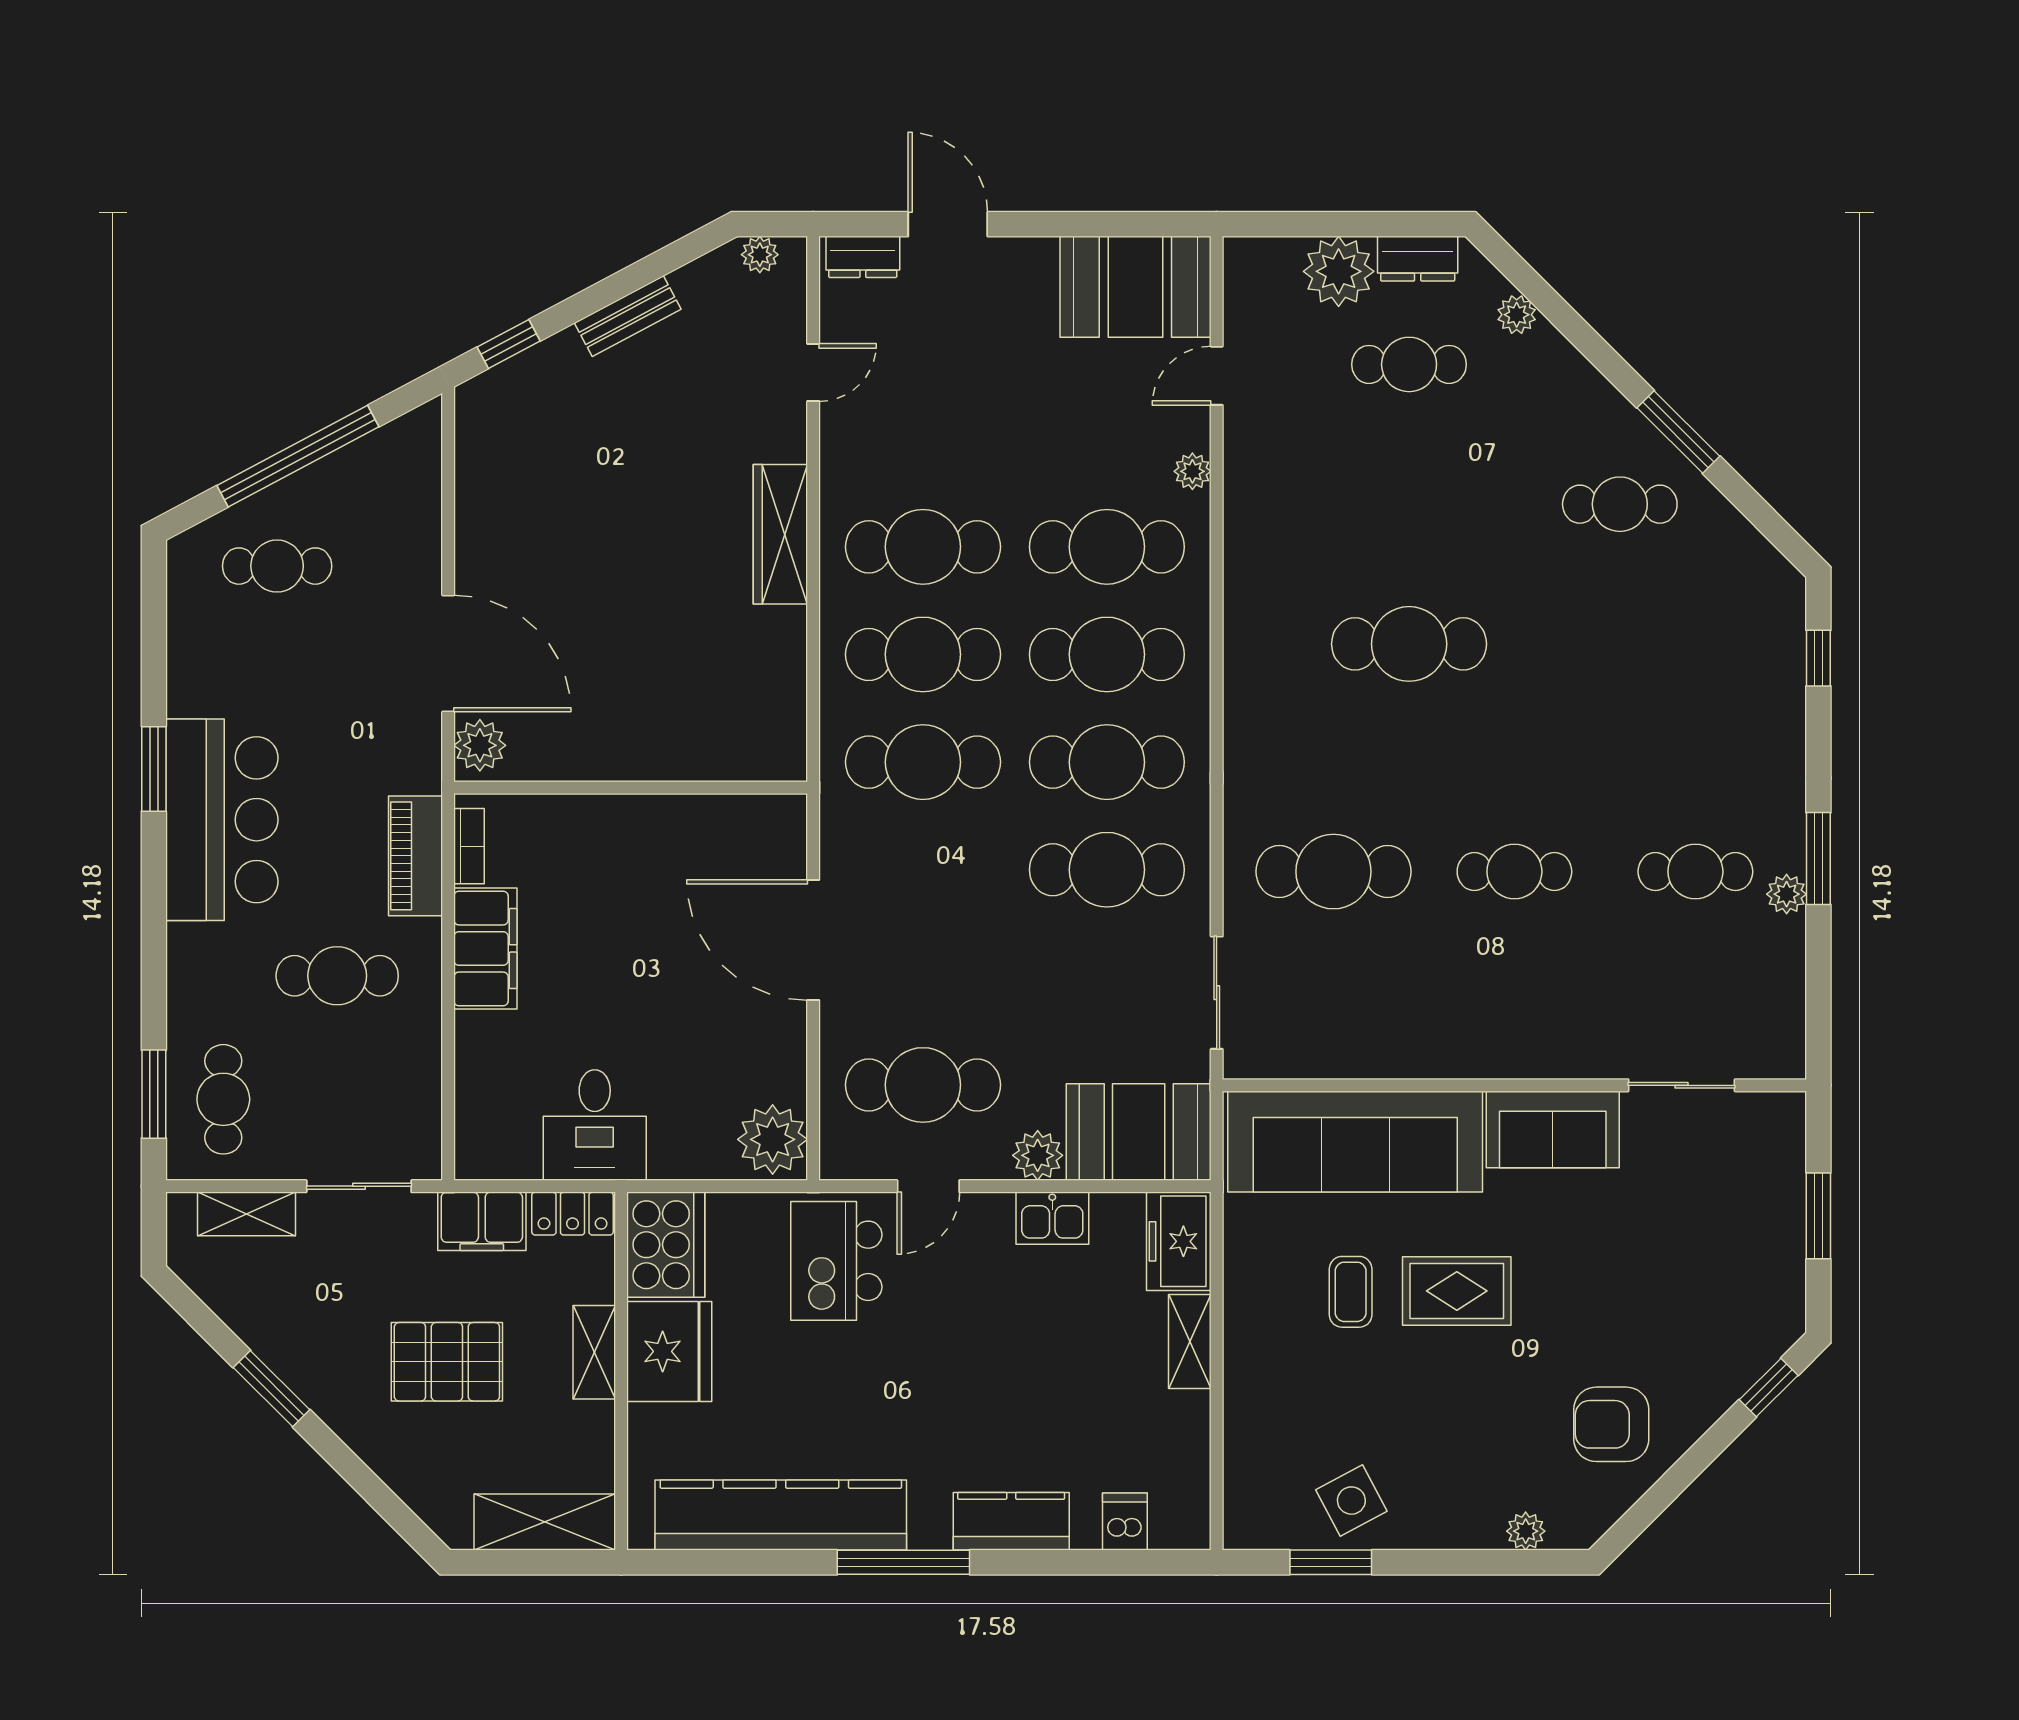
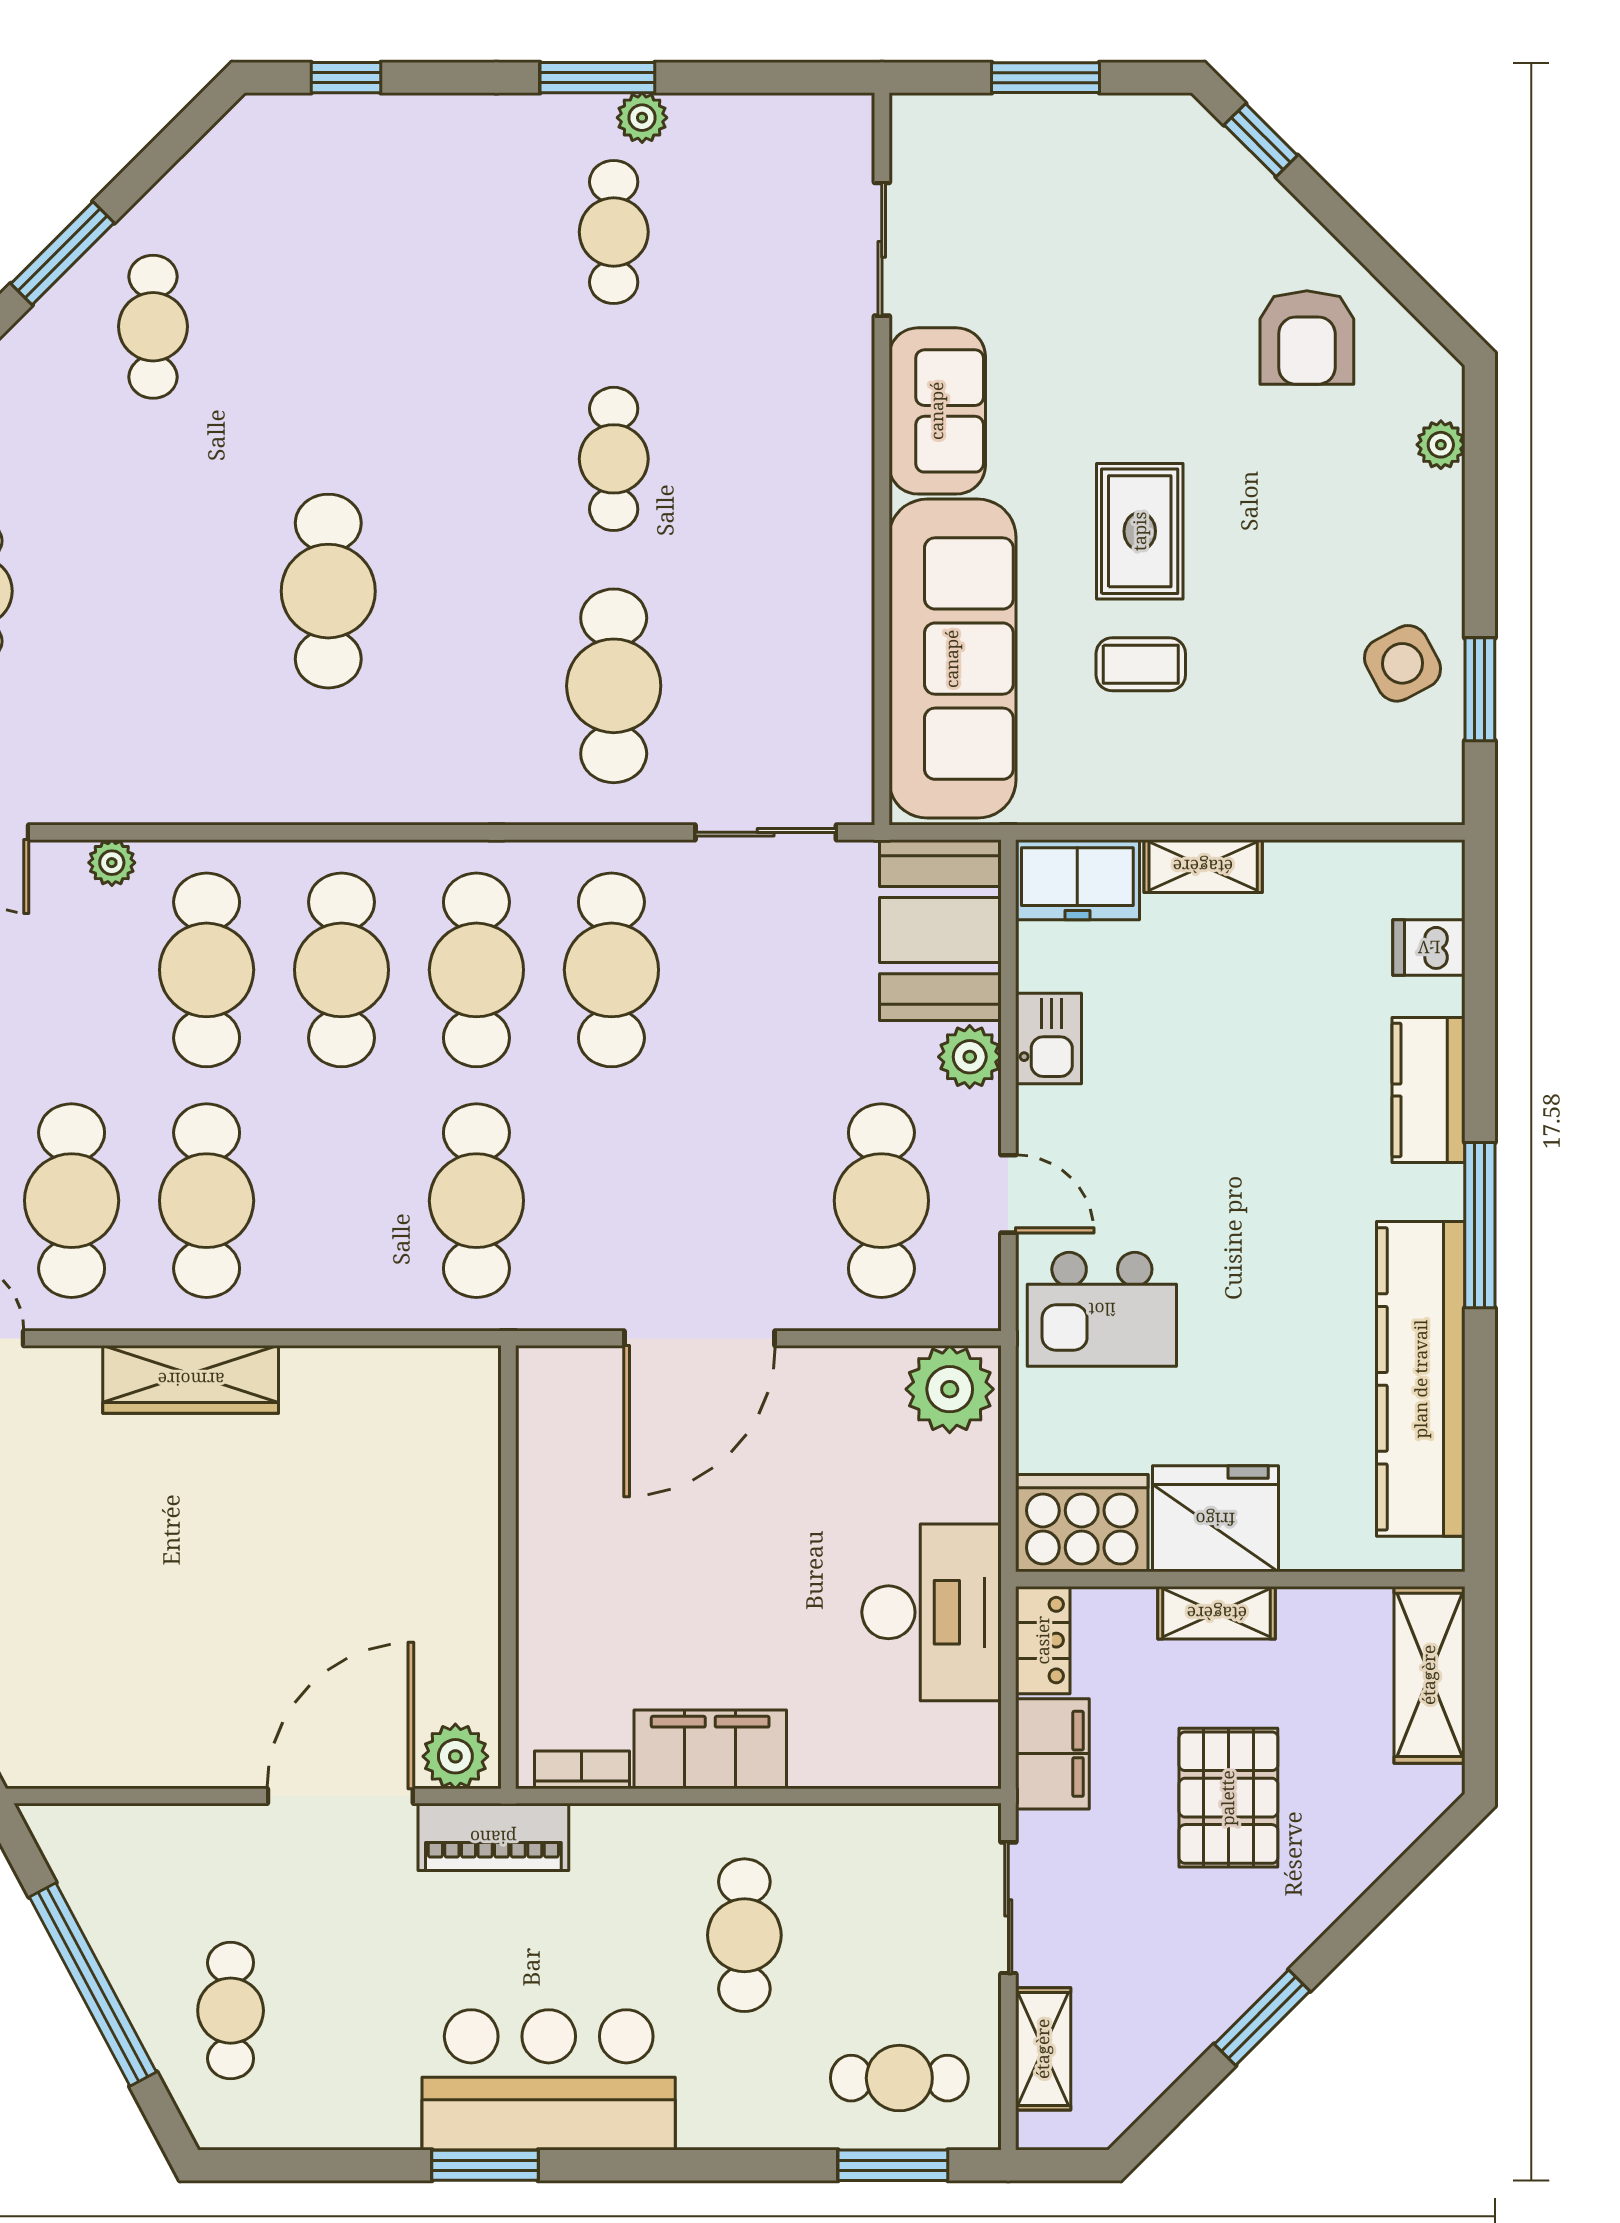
cafe table: (923, 654) -> (72, 1201), moved
piano: (416, 856) -> (493, 1837), moved
desk: (595, 1125) -> (932, 1612), width x1.37

